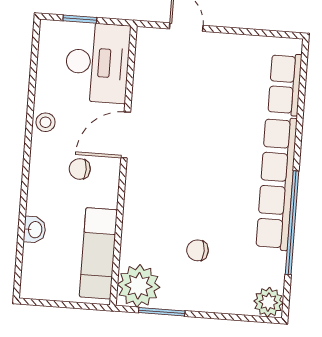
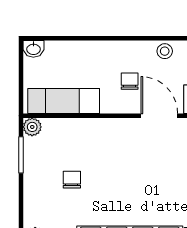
washbasin: (35, 230) -> (33, 49), moved
plant: (139, 286) -> (32, 127), width x0.53, depth x0.53

